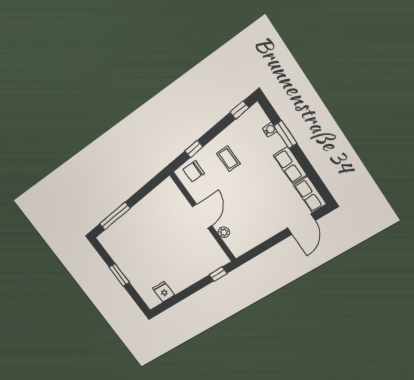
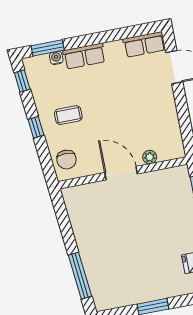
window: (285, 134) -> (48, 48), moved
window: (194, 149) -> (36, 127), moved
row of seats: (290, 165) -> (84, 56), moved

